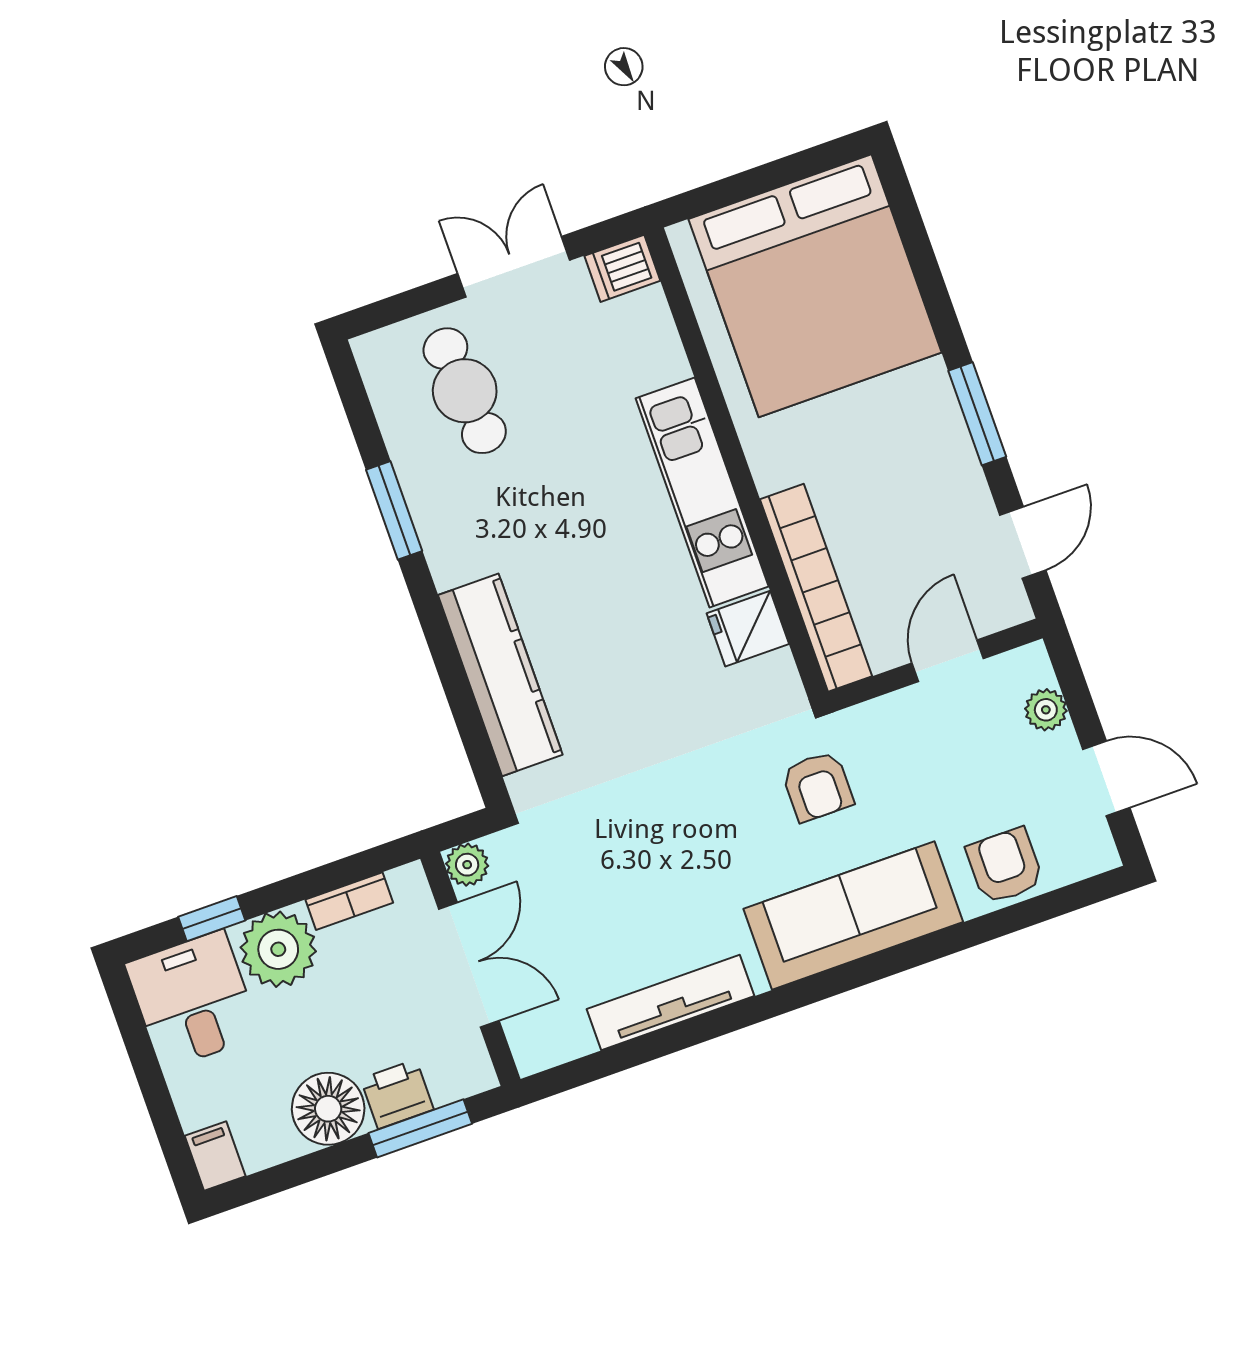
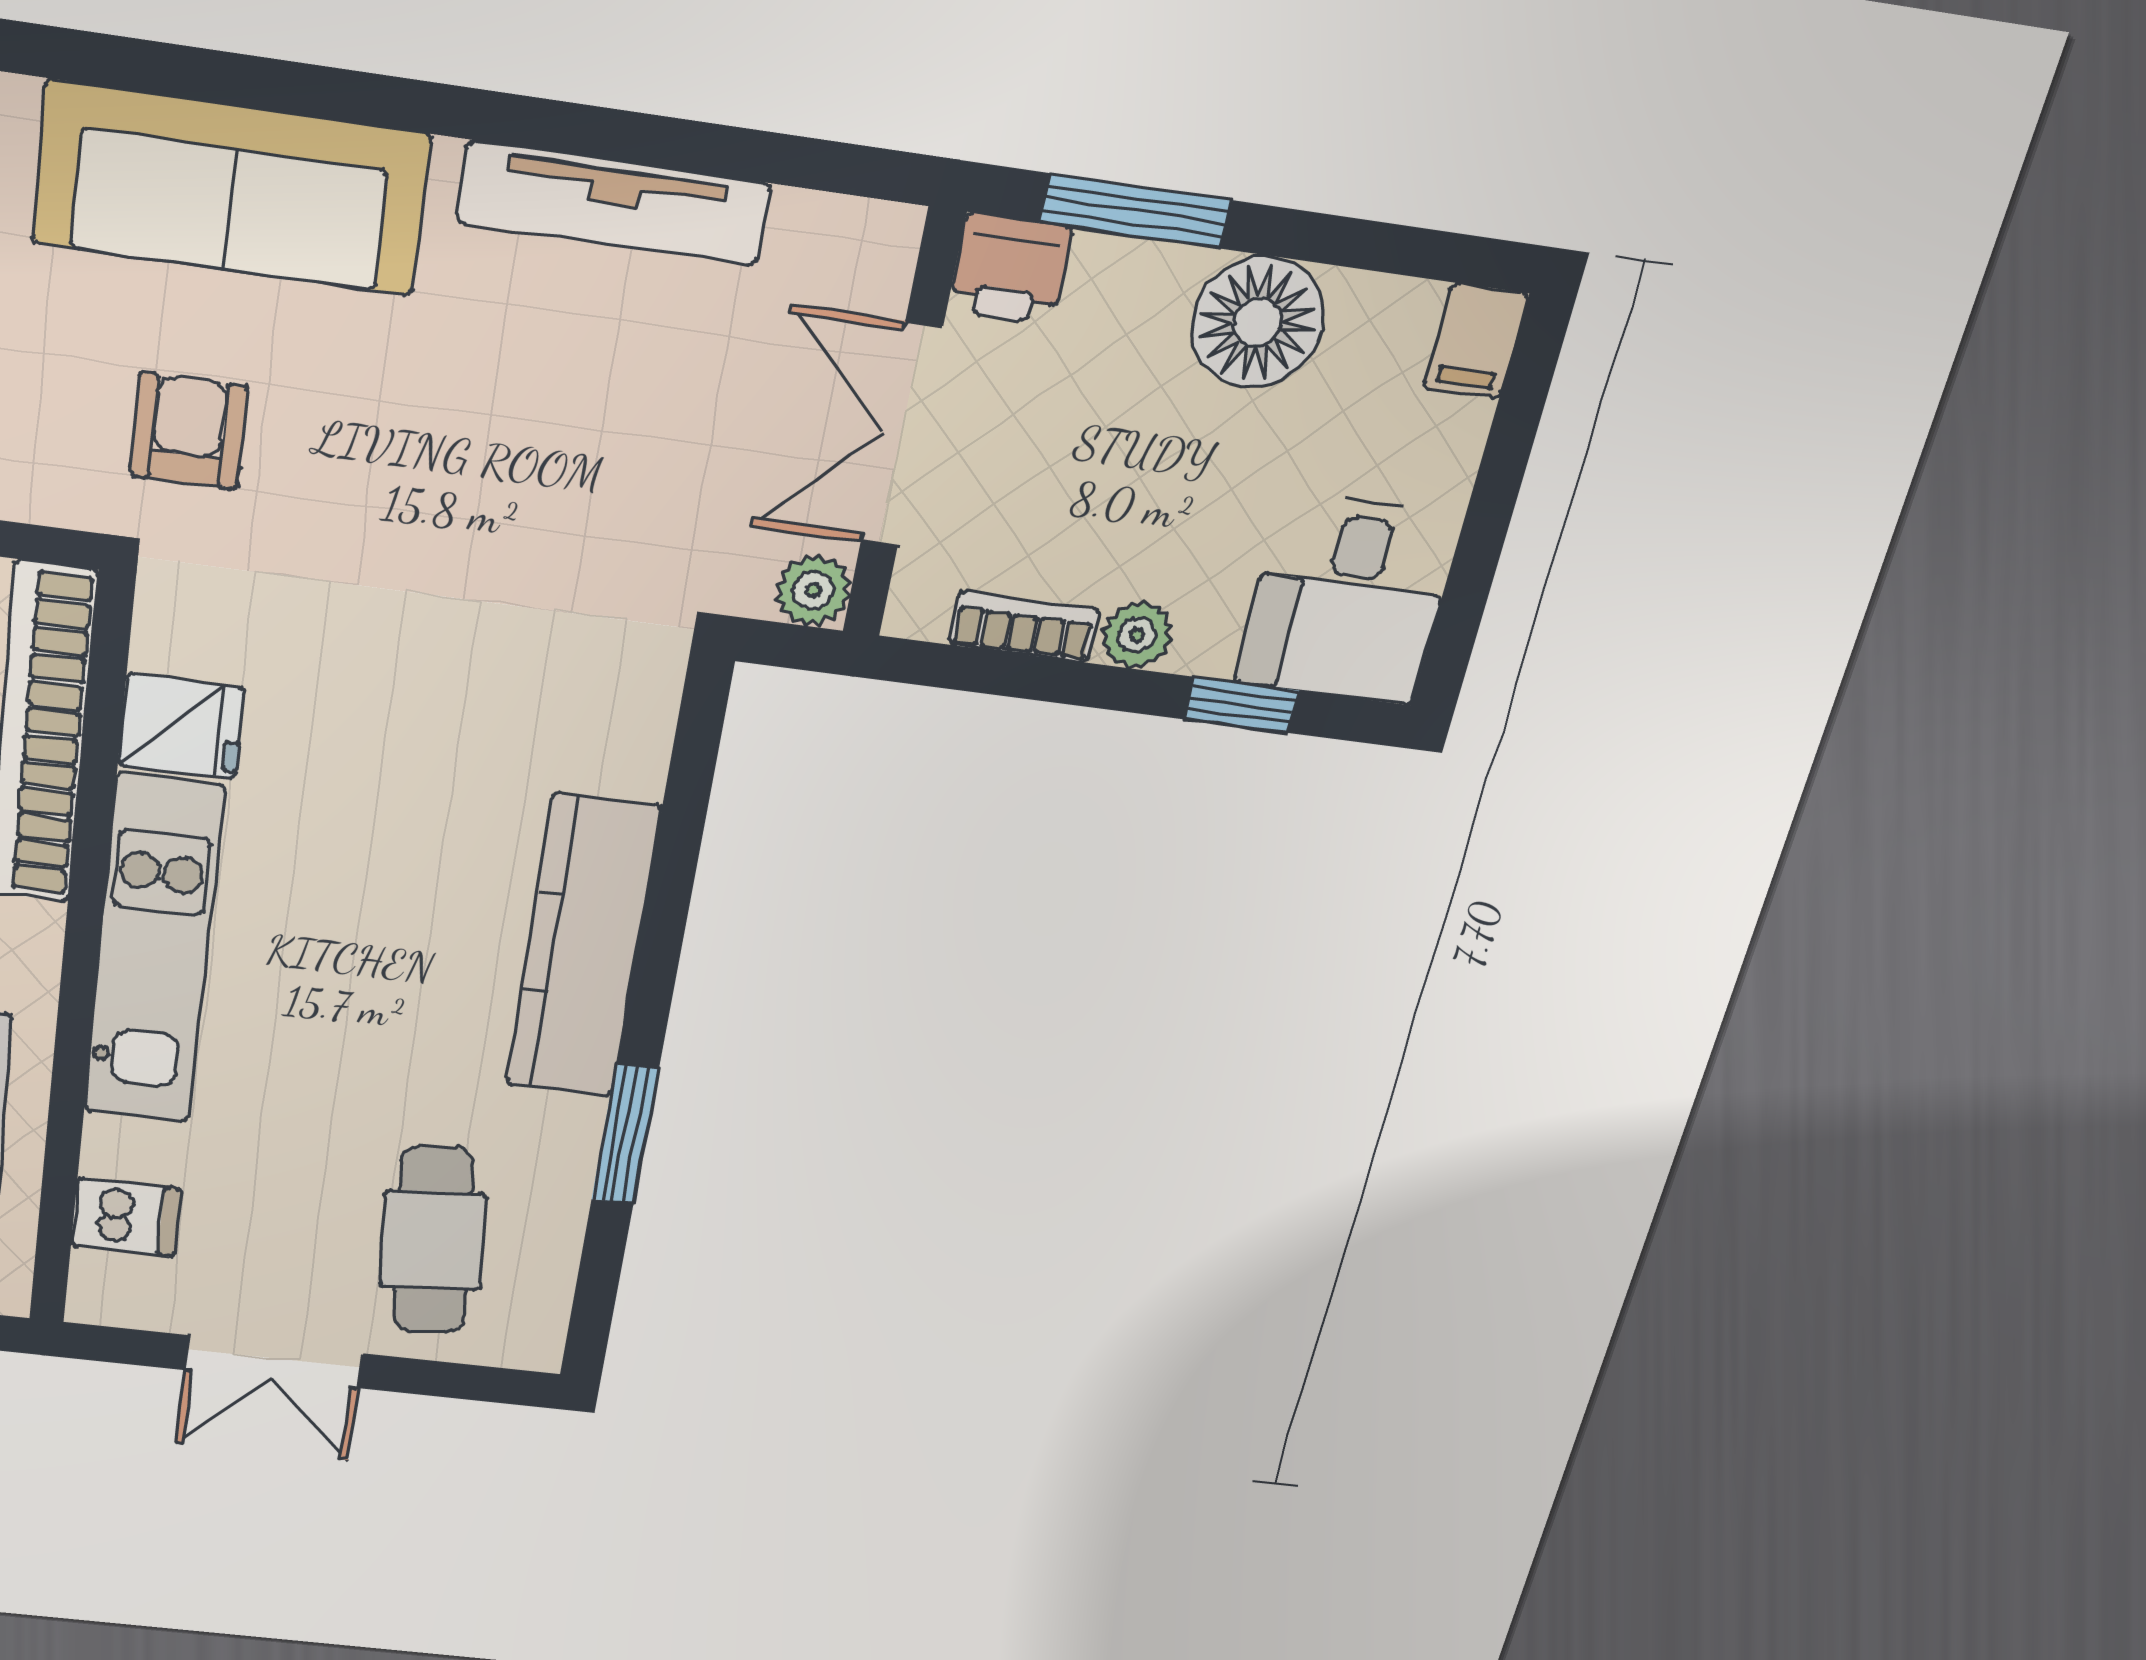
dishwasher: (622, 268) -> (126, 1217), moved
kitchen counter: (500, 675) -> (583, 947), moved
plant: (278, 949) -> (1137, 635), width x0.53, depth x0.53
printer: (397, 1094) -> (1010, 269), moved

